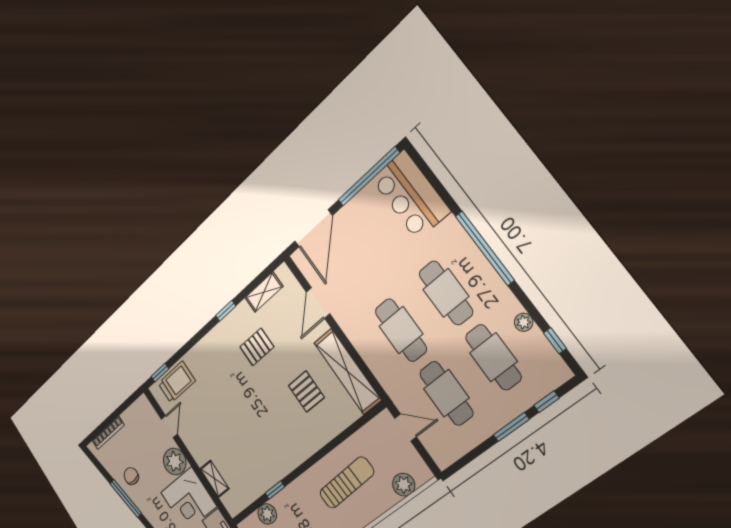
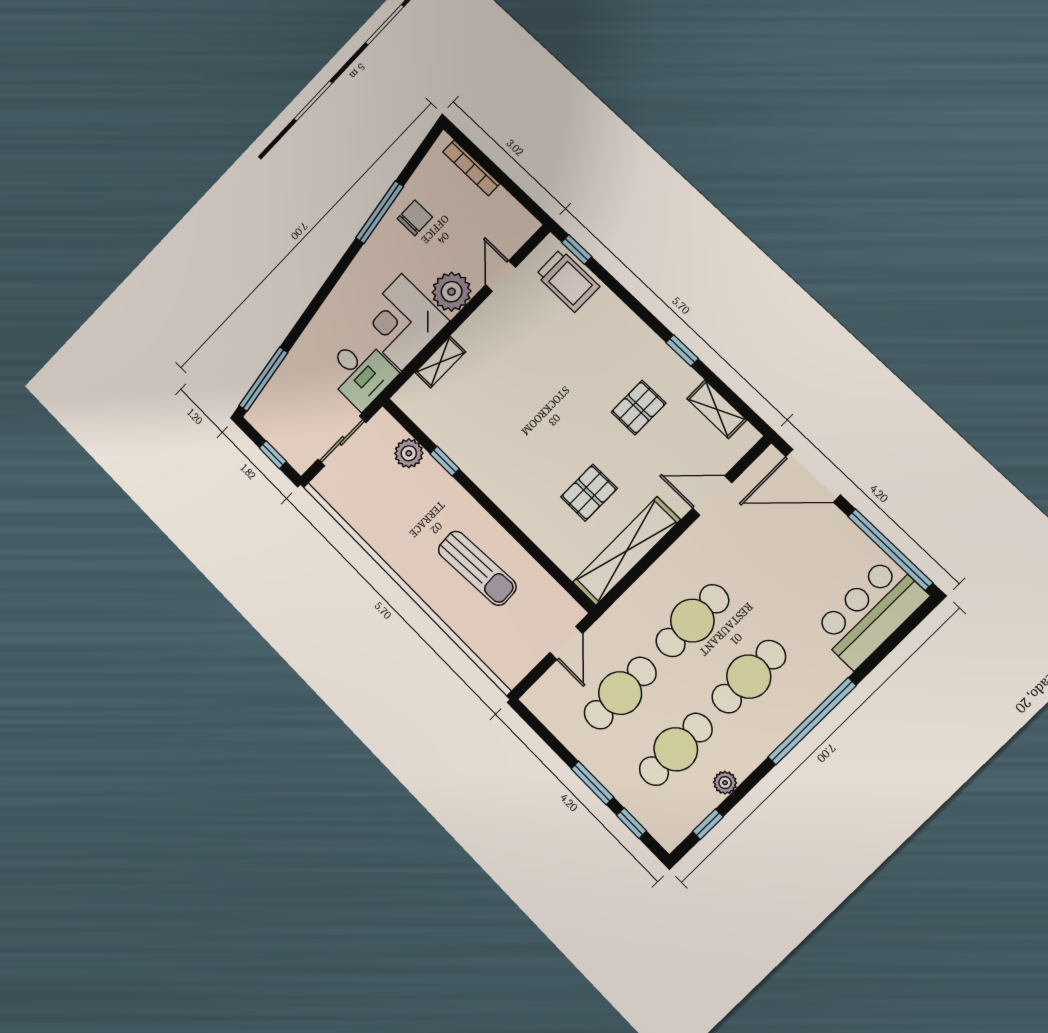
pallet: (257, 347) -> (638, 408), turned 90
door: (169, 427) -> (501, 276), swing flipped
plant: (404, 485) -> (491, 650), removed

